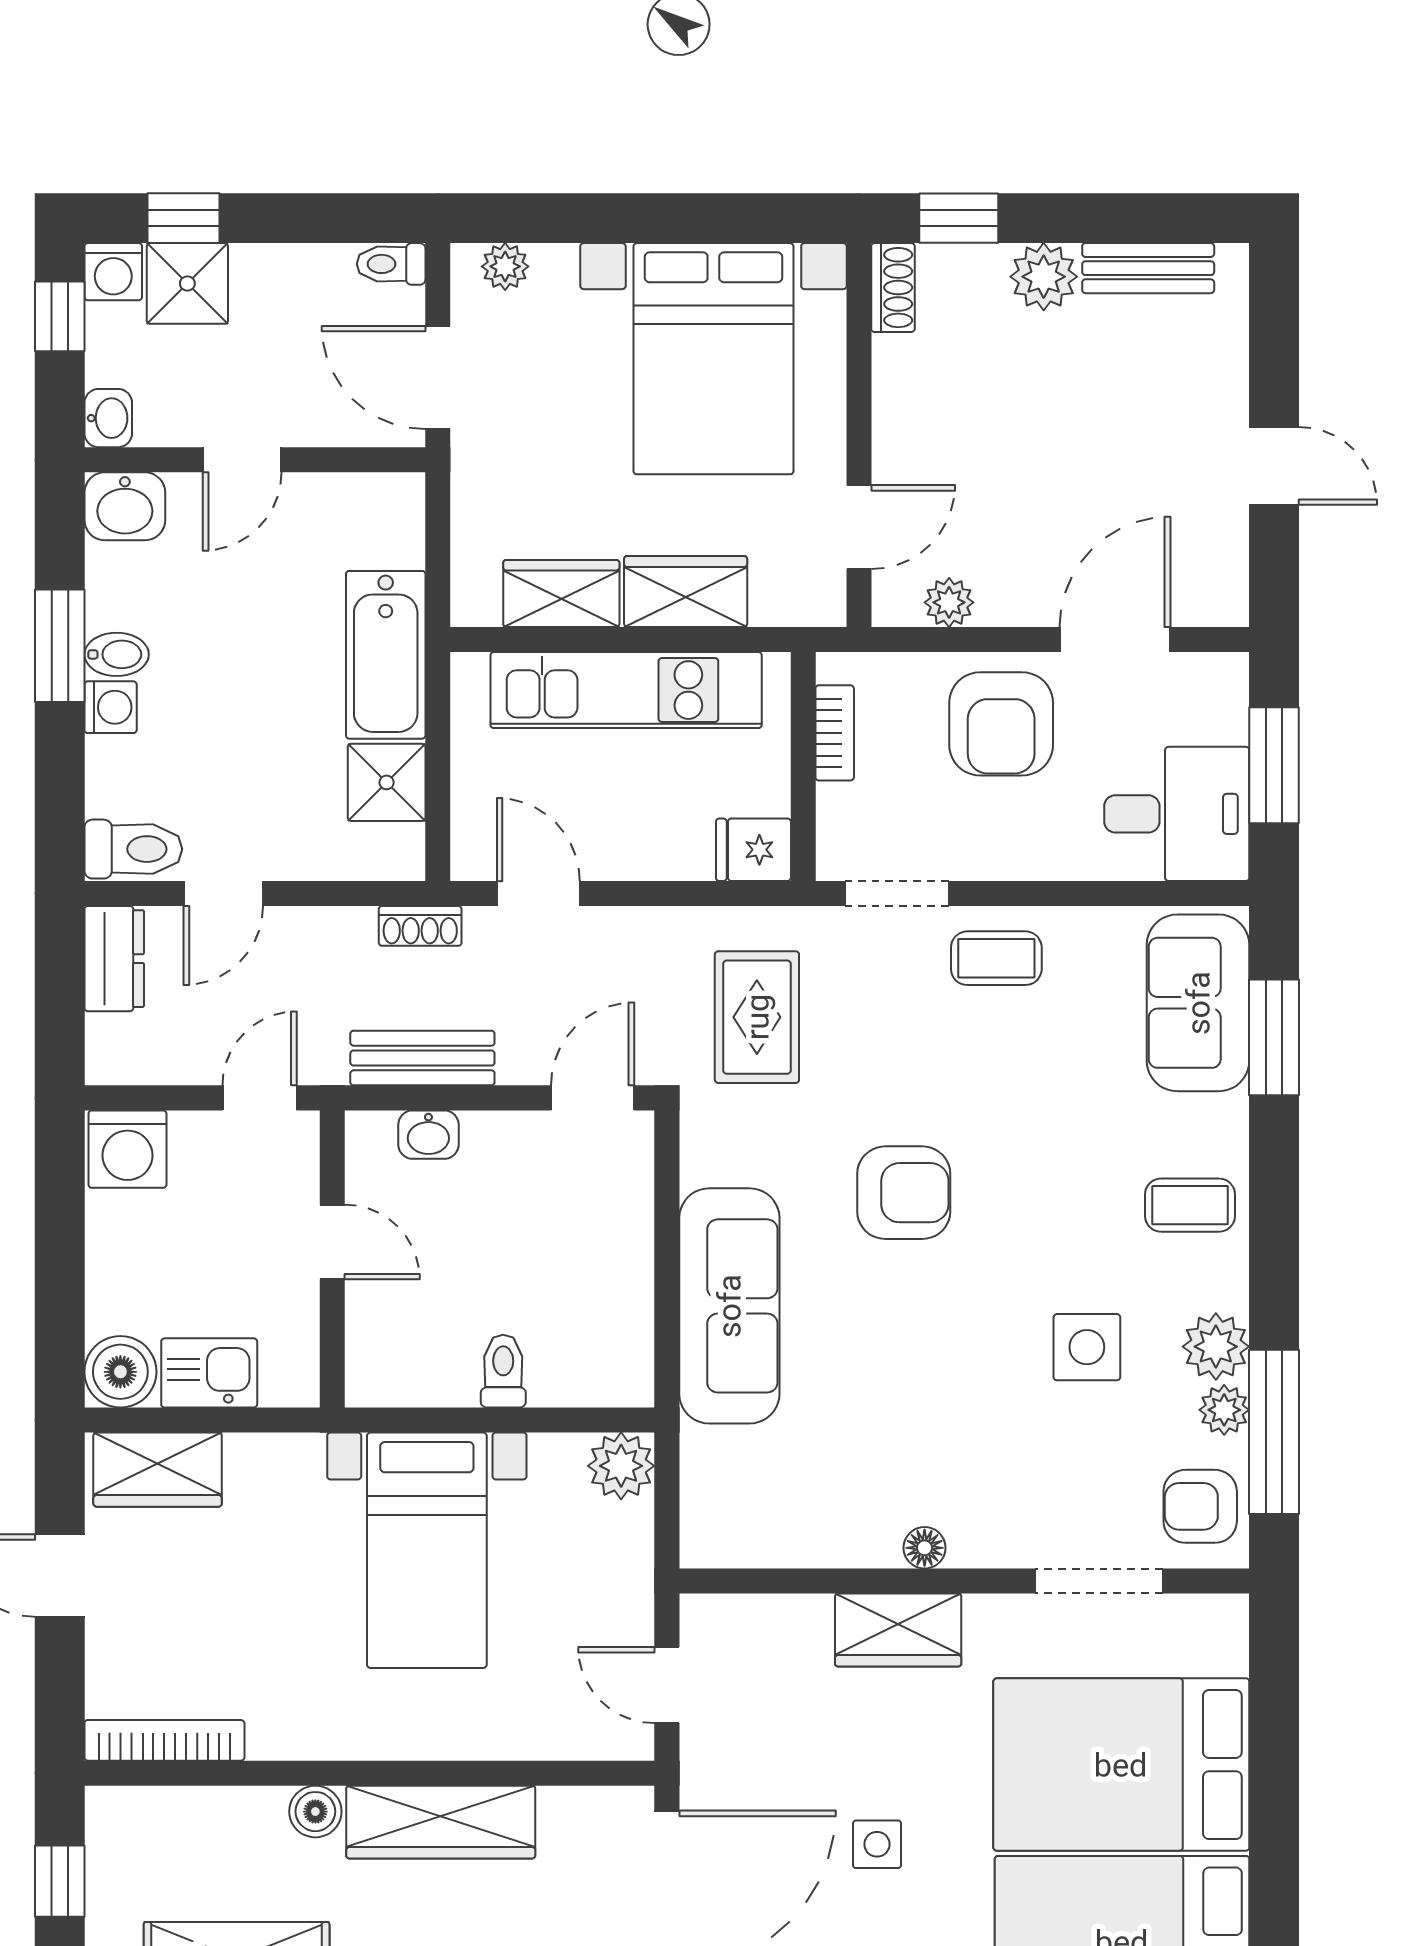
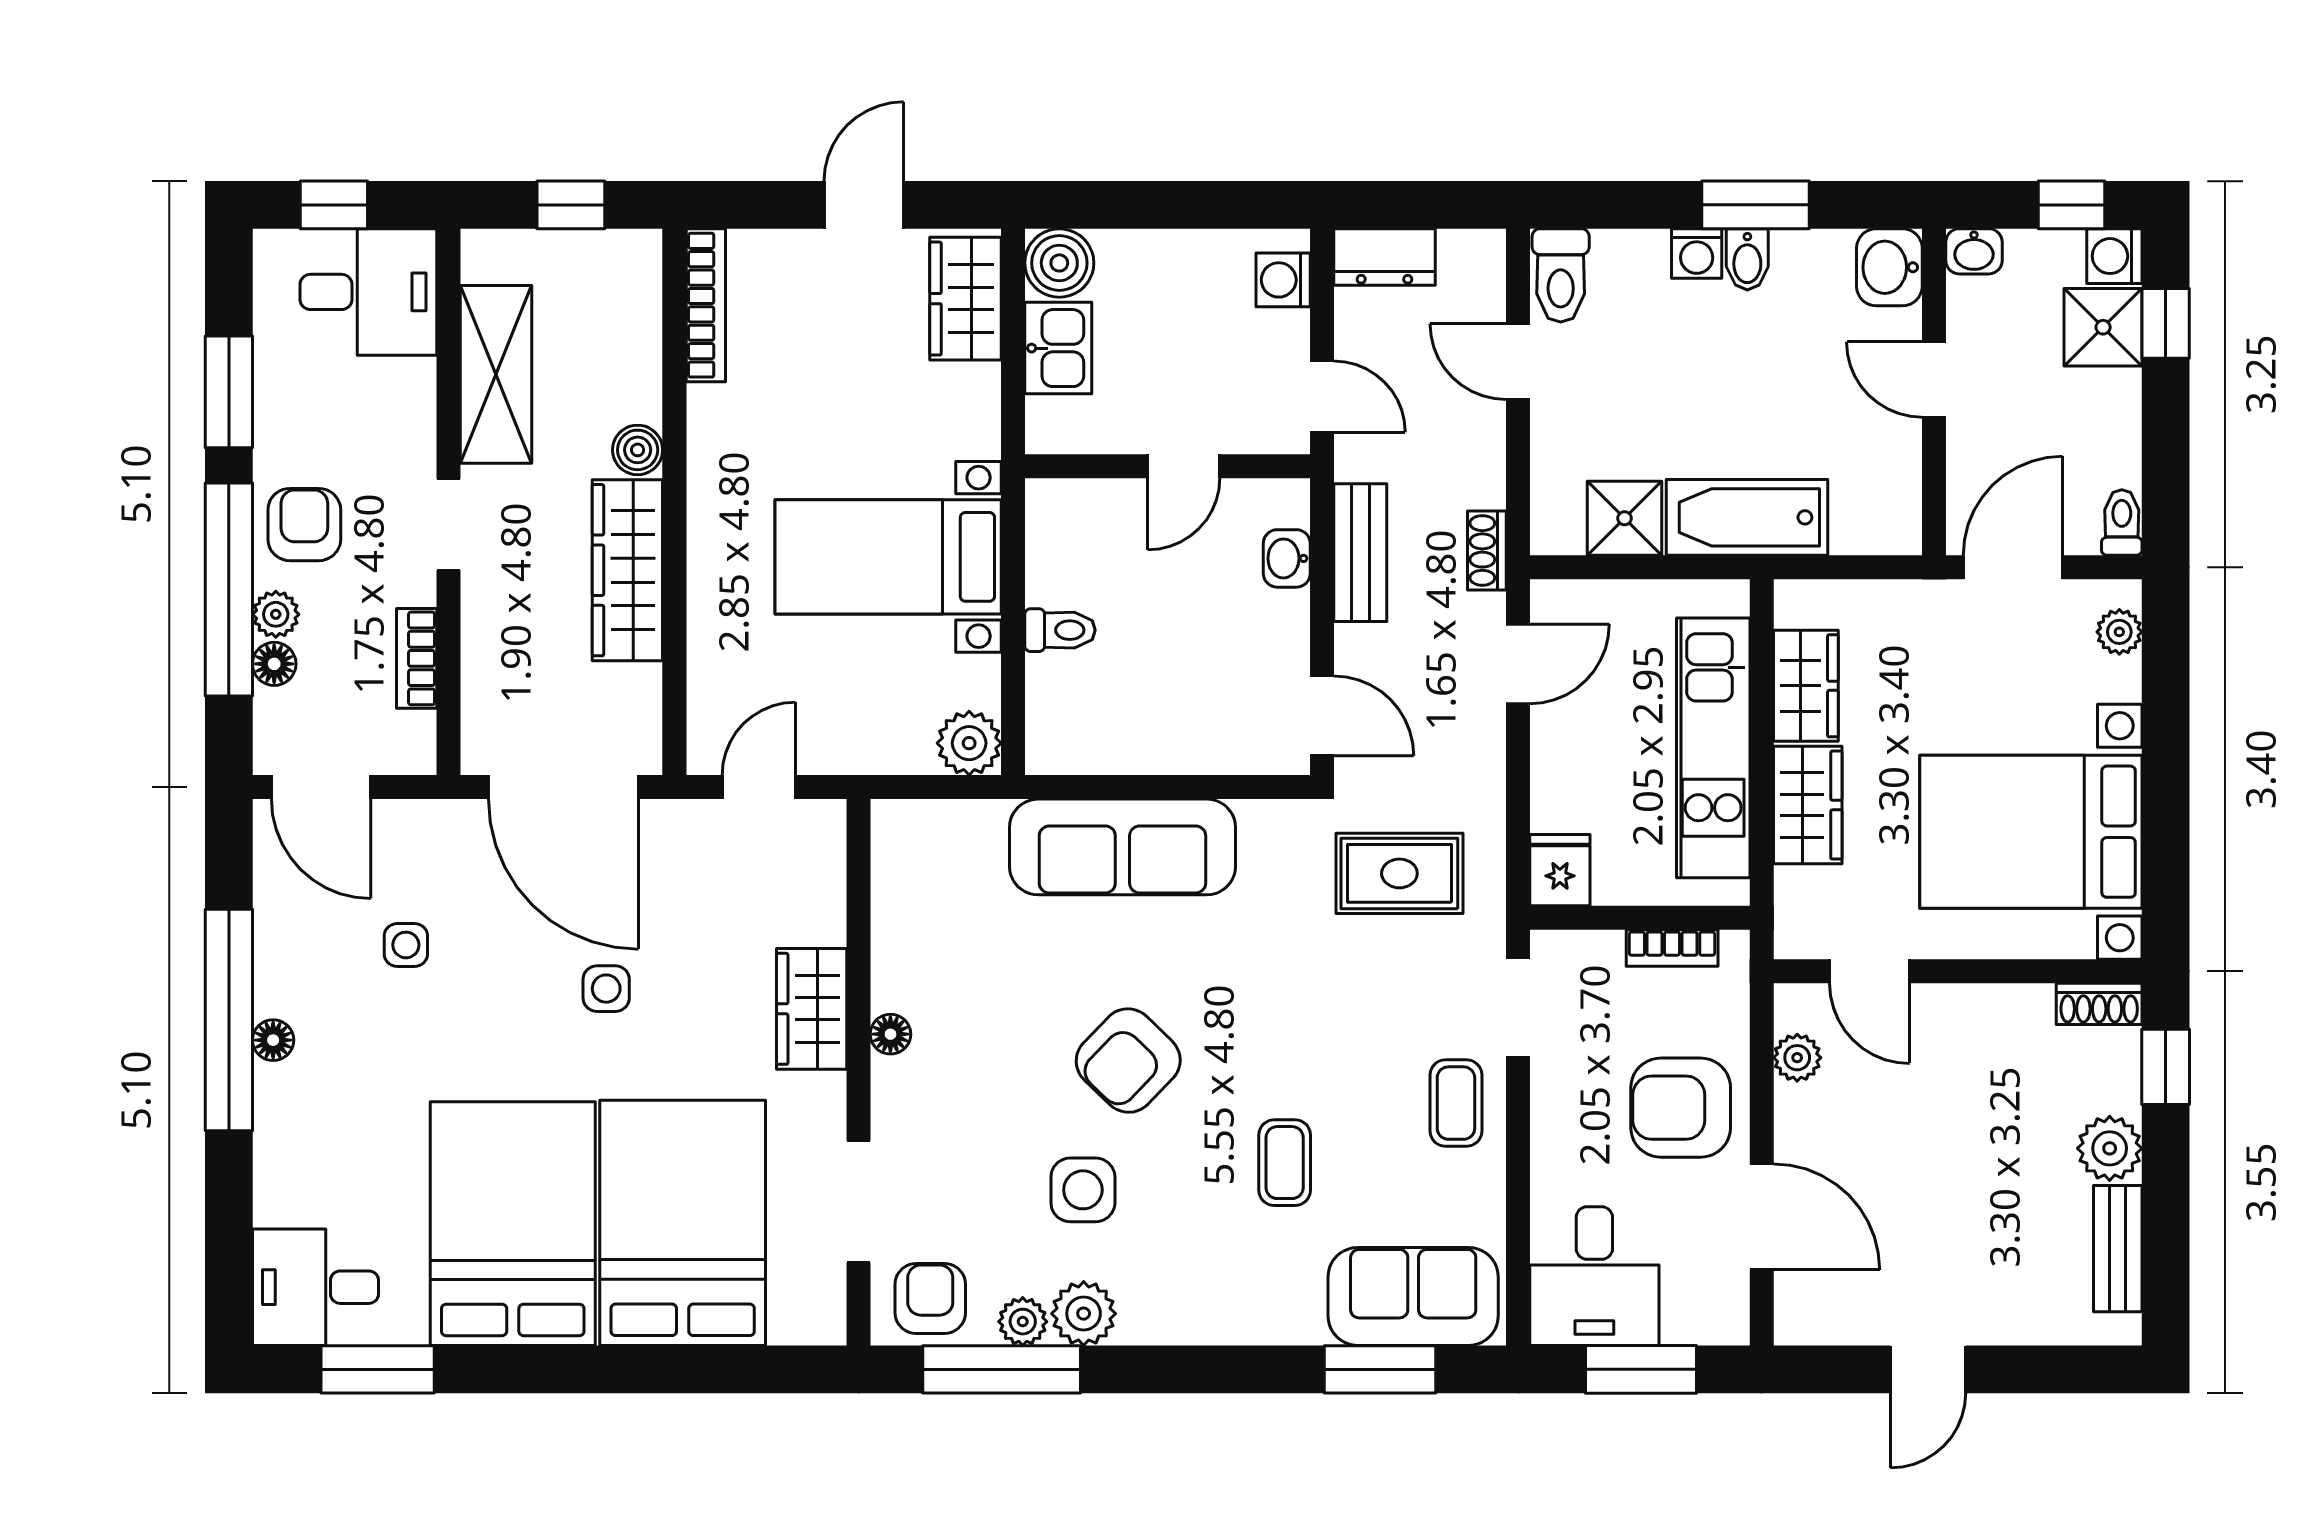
dresser: (114, 959) -> (1384, 257), moved
washing machine: (127, 1149) -> (1283, 280), width x0.73, depth x0.73
armchair: (904, 1193) -> (1128, 1061), moved, turned 44
coffee table: (1190, 1205) -> (1285, 1163), moved

